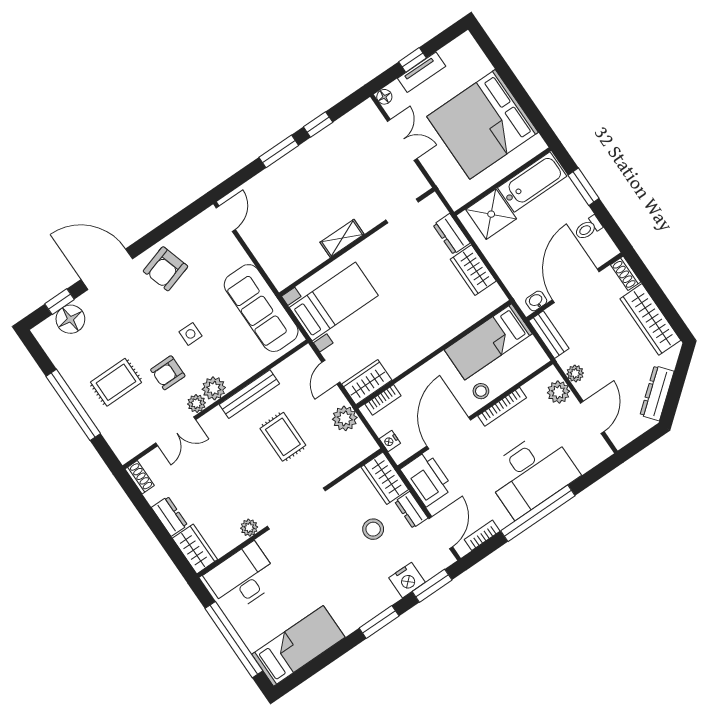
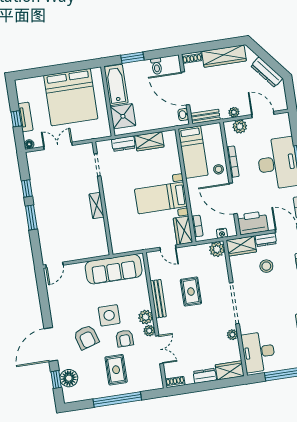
door: (226, 219) -> (54, 265), swing flipped
armchair: (165, 269) -> (86, 337), moved
bed with nightstands: (334, 301) -> (161, 198), moved, turned -90
side table: (190, 334) -> (109, 315), width x1.87, depth x1.87
plant: (345, 418) -> (217, 249), moved
rug: (283, 437) -> (191, 292), turned 90

